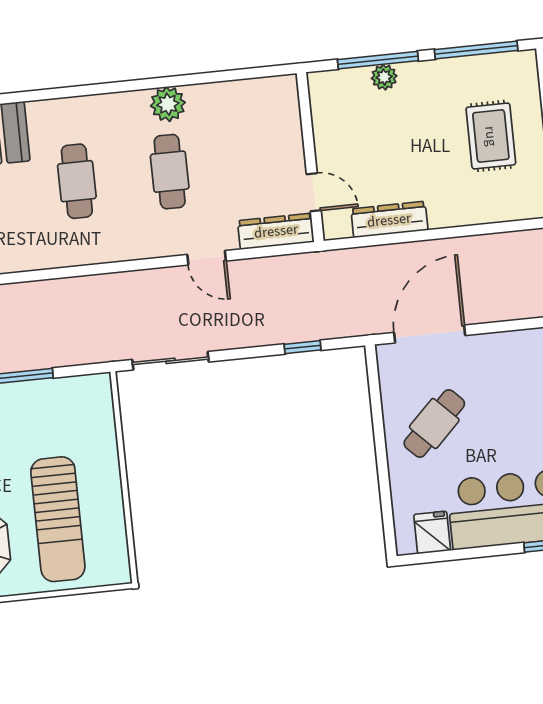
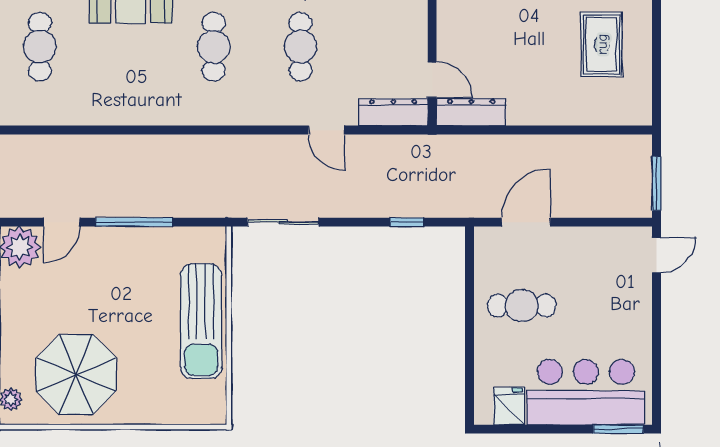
dresser: (389, 220) -> (471, 112), moved
door: (430, 334) -> (526, 222), width x0.73
cafe table: (434, 424) -> (522, 305), turned 45
sun lounger: (58, 519) -> (201, 321), moved

